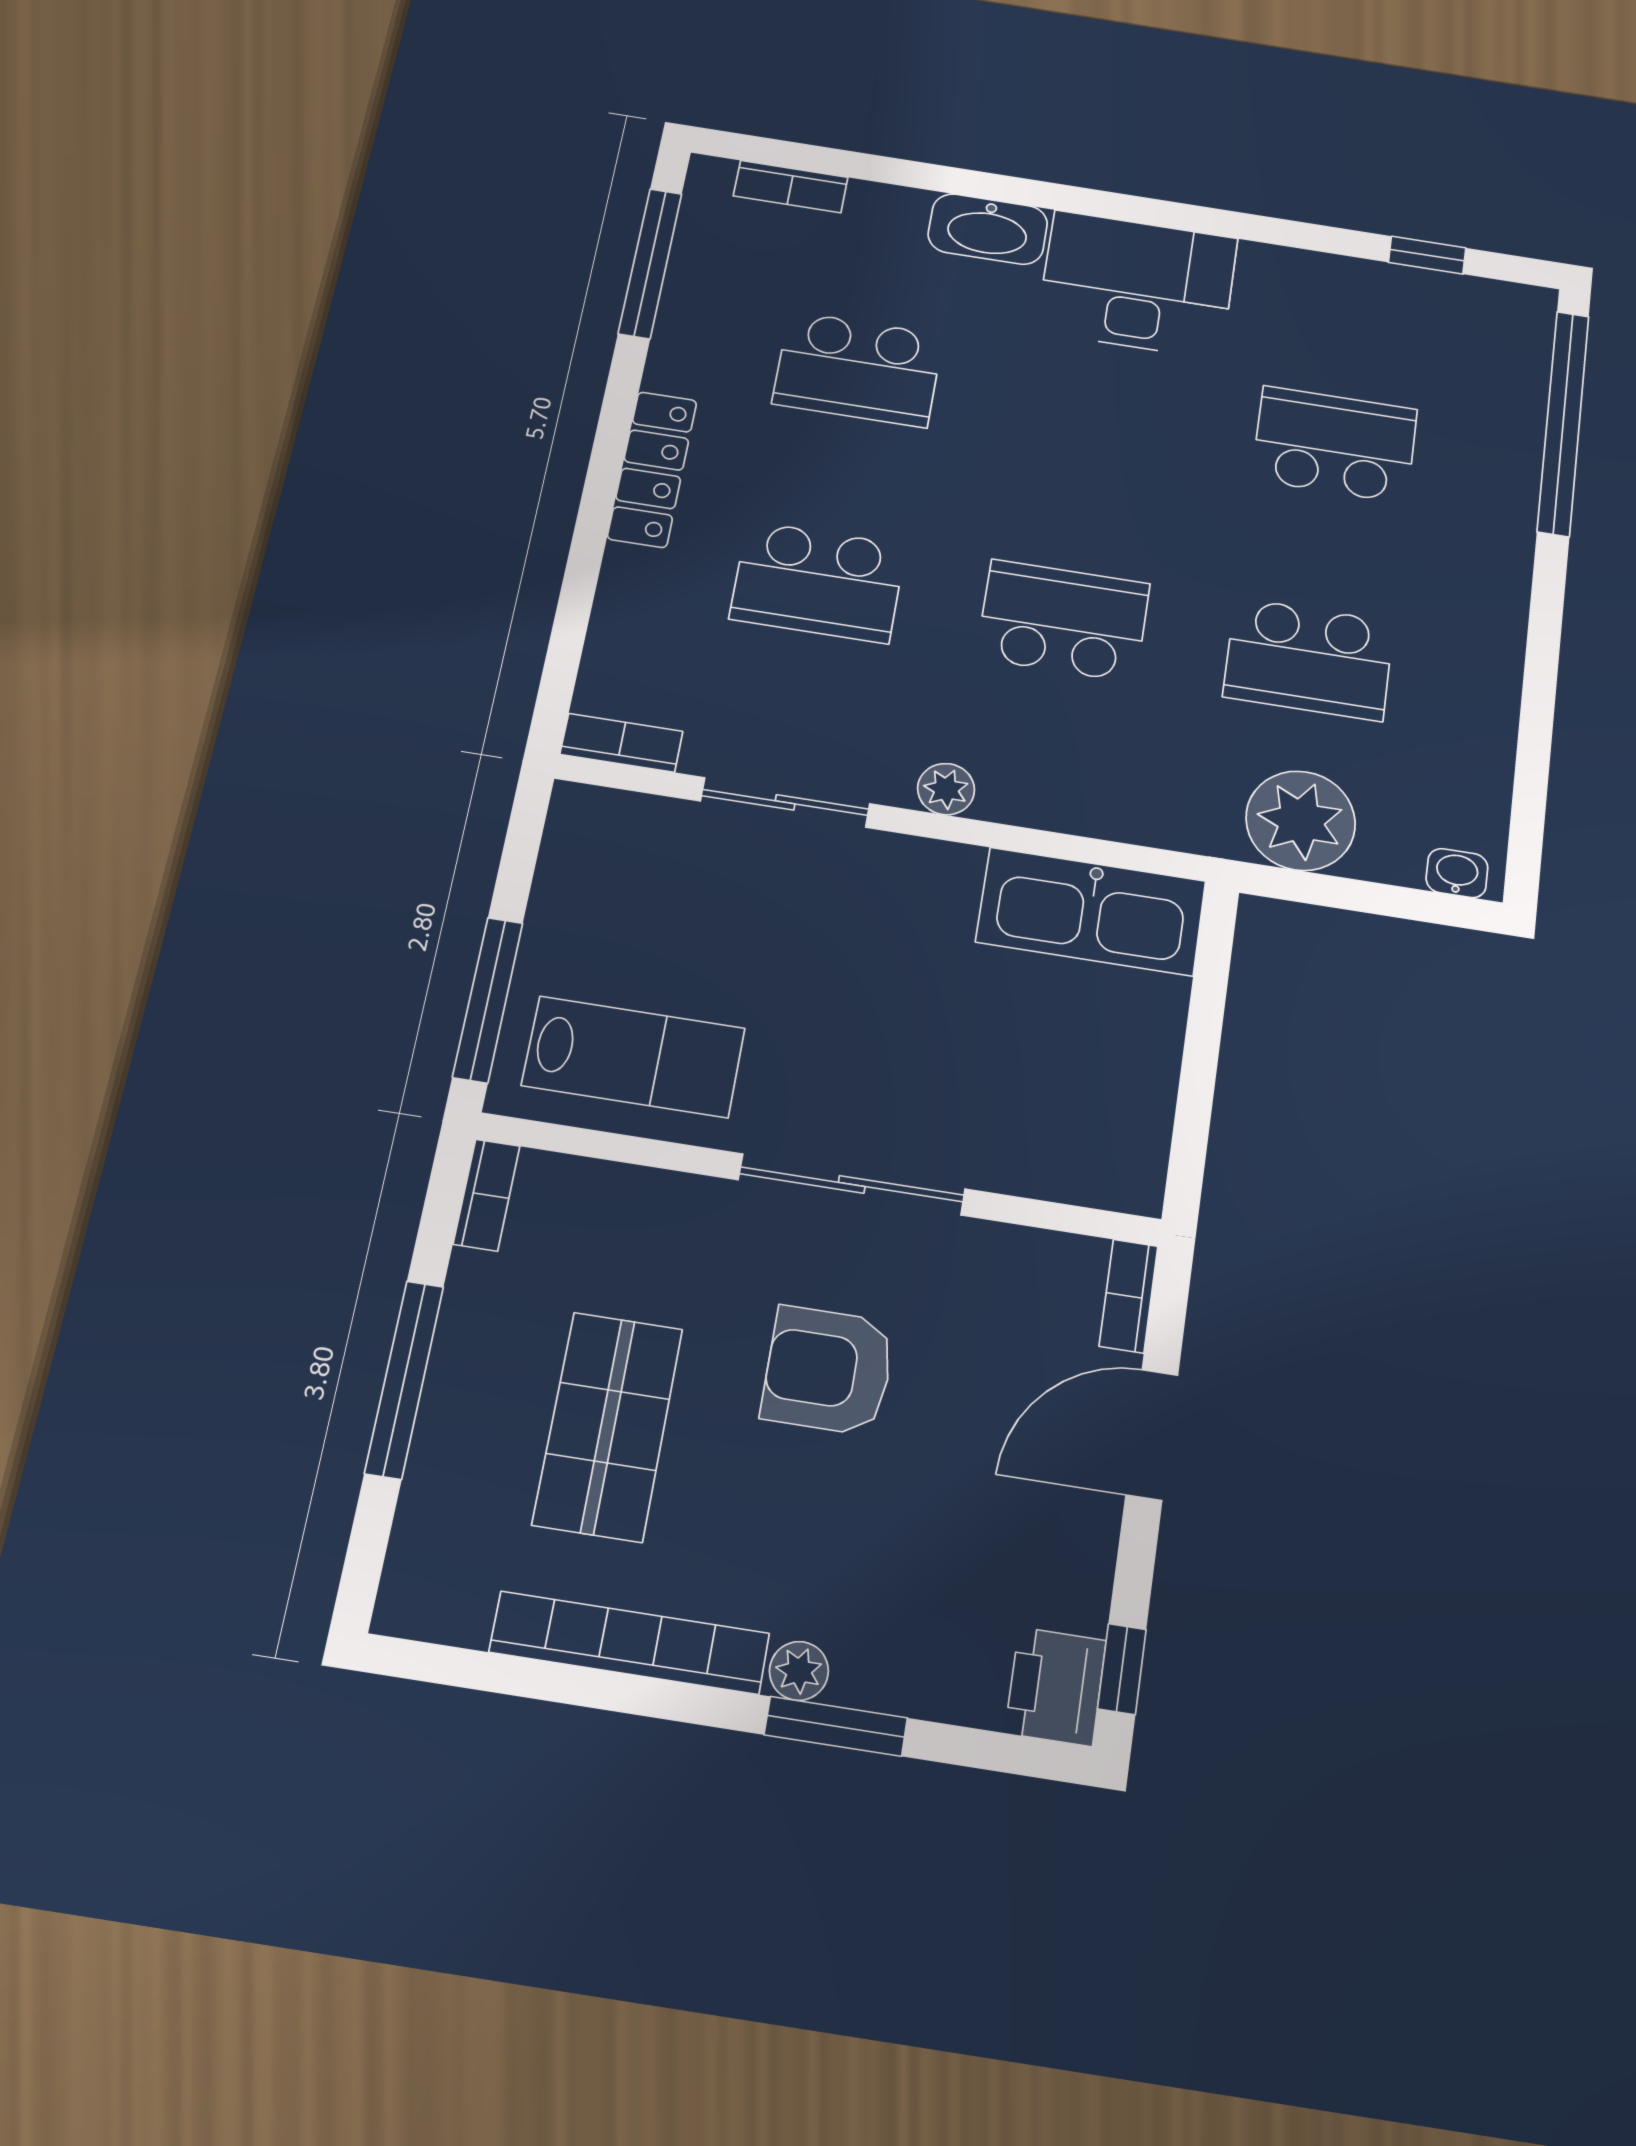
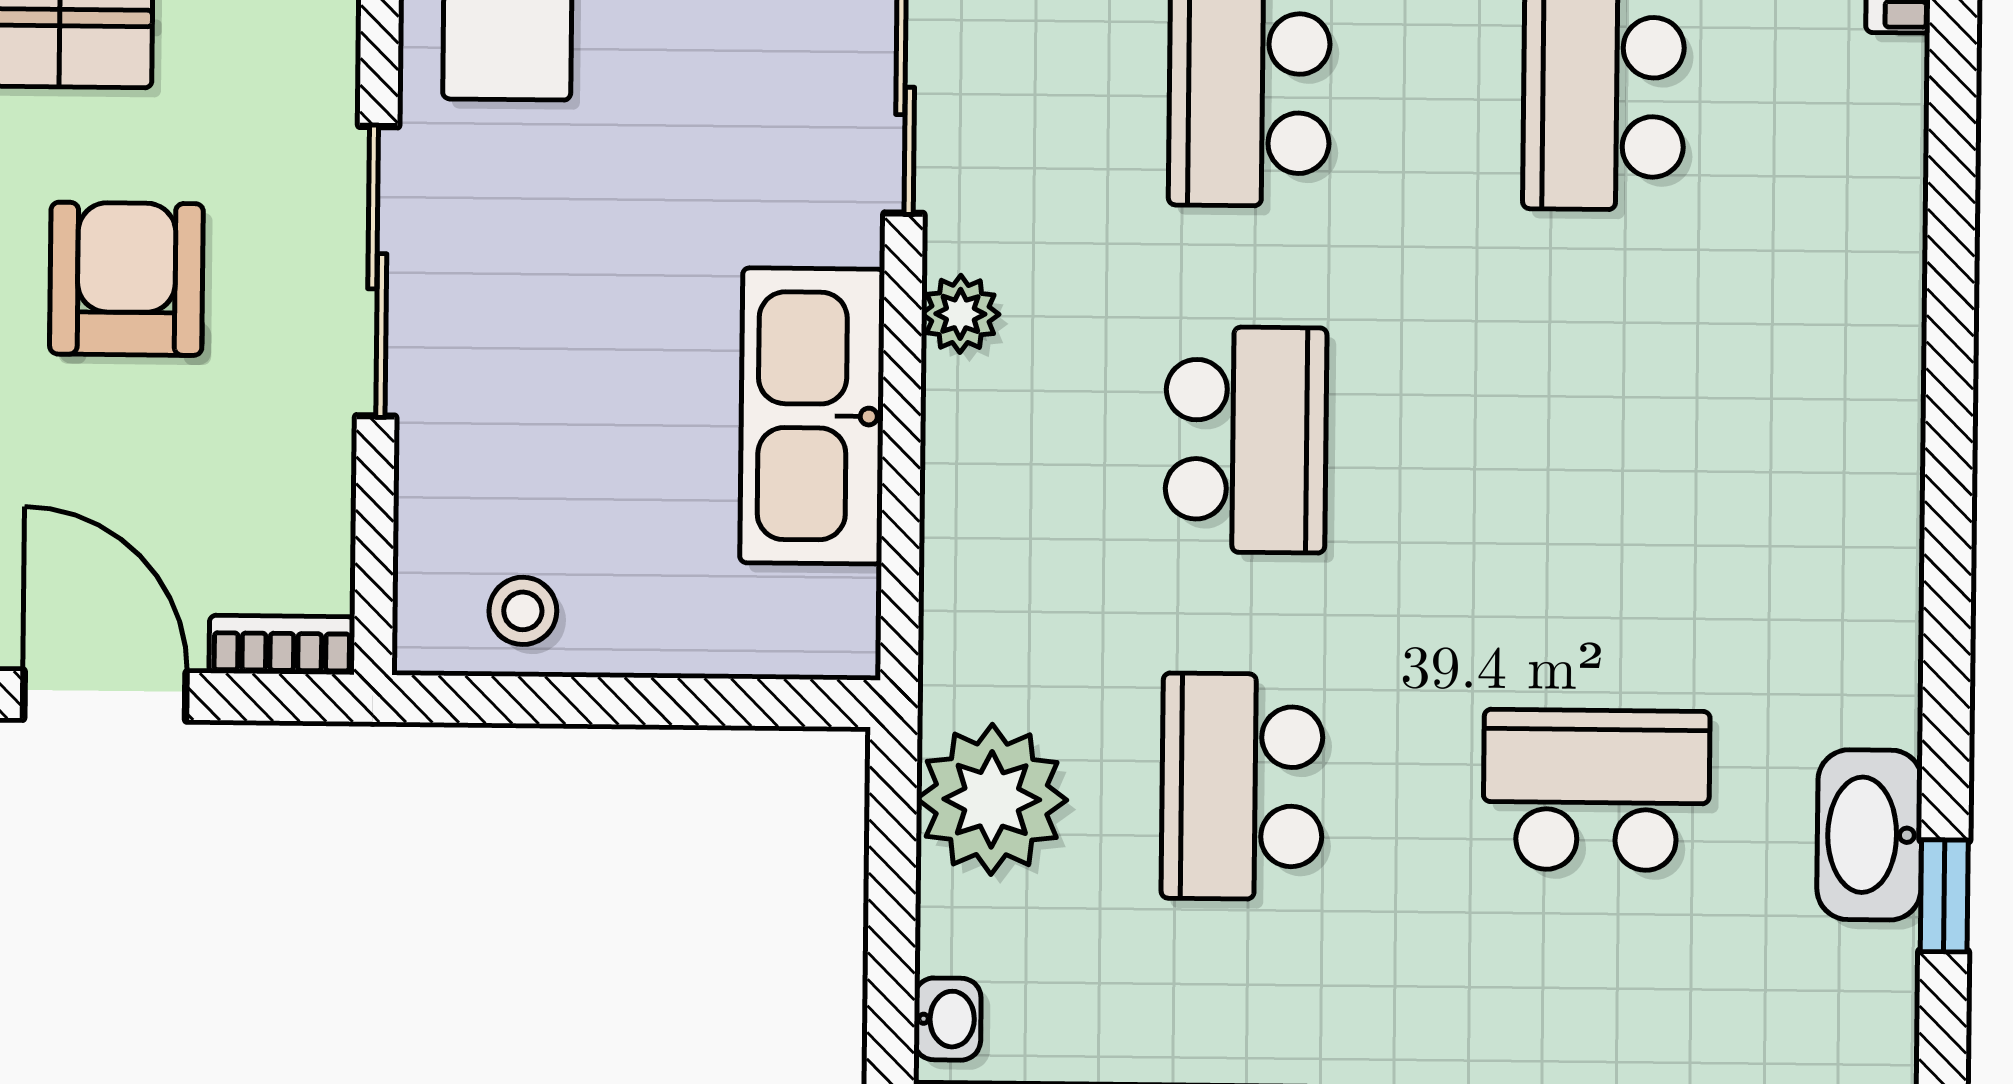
washbasin: (988, 229) -> (1869, 835), moved
desk: (1137, 285) -> (1818, 478), removed
school desk: (1335, 444) -> (1596, 790), turned -90
kitchen sink: (1091, 911) -> (812, 416), moved
stool: (1124, 1118) -> (523, 611), added

